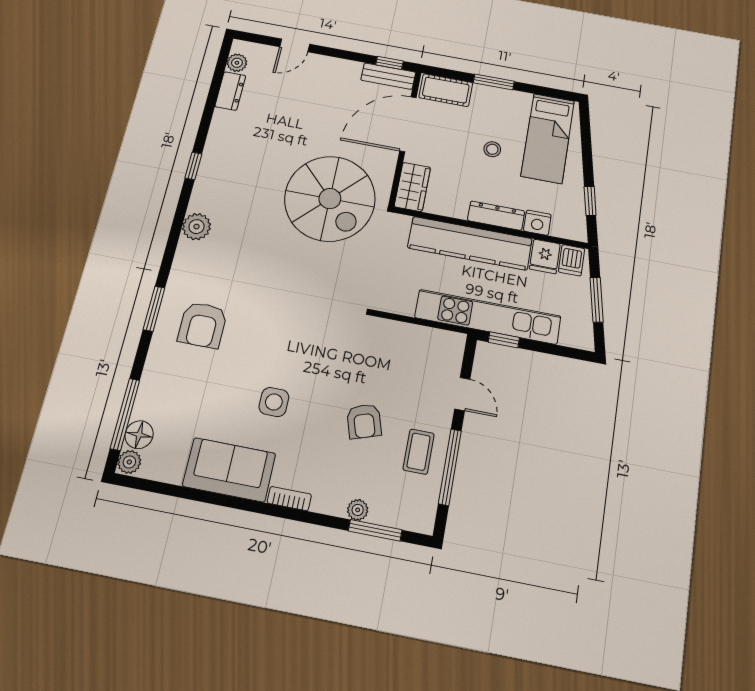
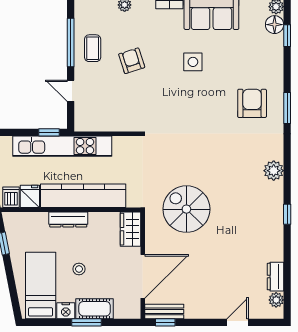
cot: (446, 90) -> (95, 309), moved
spiral stairs: (330, 199) -> (186, 209), width x0.73, depth x0.73
nightstand: (537, 223) -> (66, 311), moved, turned 180
window: (125, 414) -> (287, 36), width x0.46

